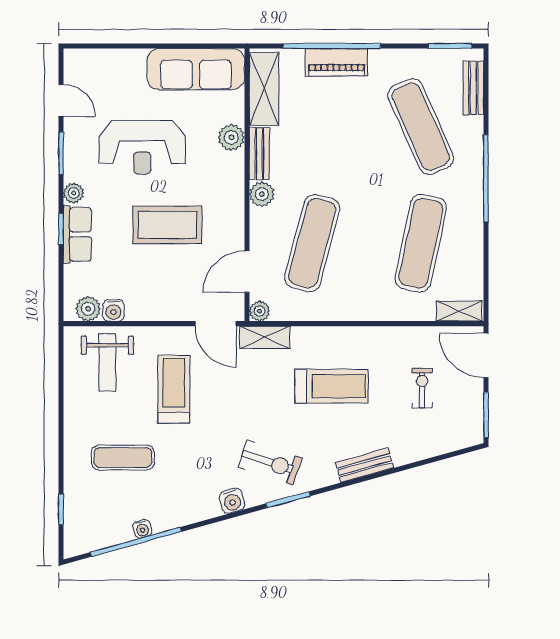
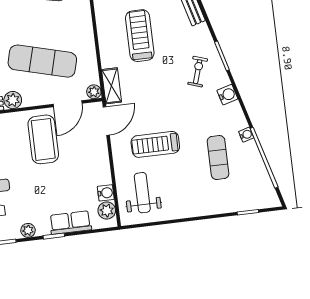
coffee table: (167, 225) -> (43, 139), moved
row of seats: (77, 234) -> (70, 223), moved
door: (247, 272) -> (68, 104), hinge flipped
weight bench: (107, 362) -> (142, 193), turned -90
exercise mat: (123, 457) -> (218, 158), moved
exercise bike: (270, 462) -> (198, 72), width x0.73, depth x0.72
water cooler: (142, 529) -> (246, 135), moved

